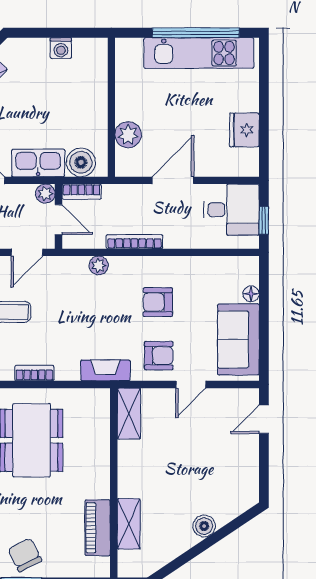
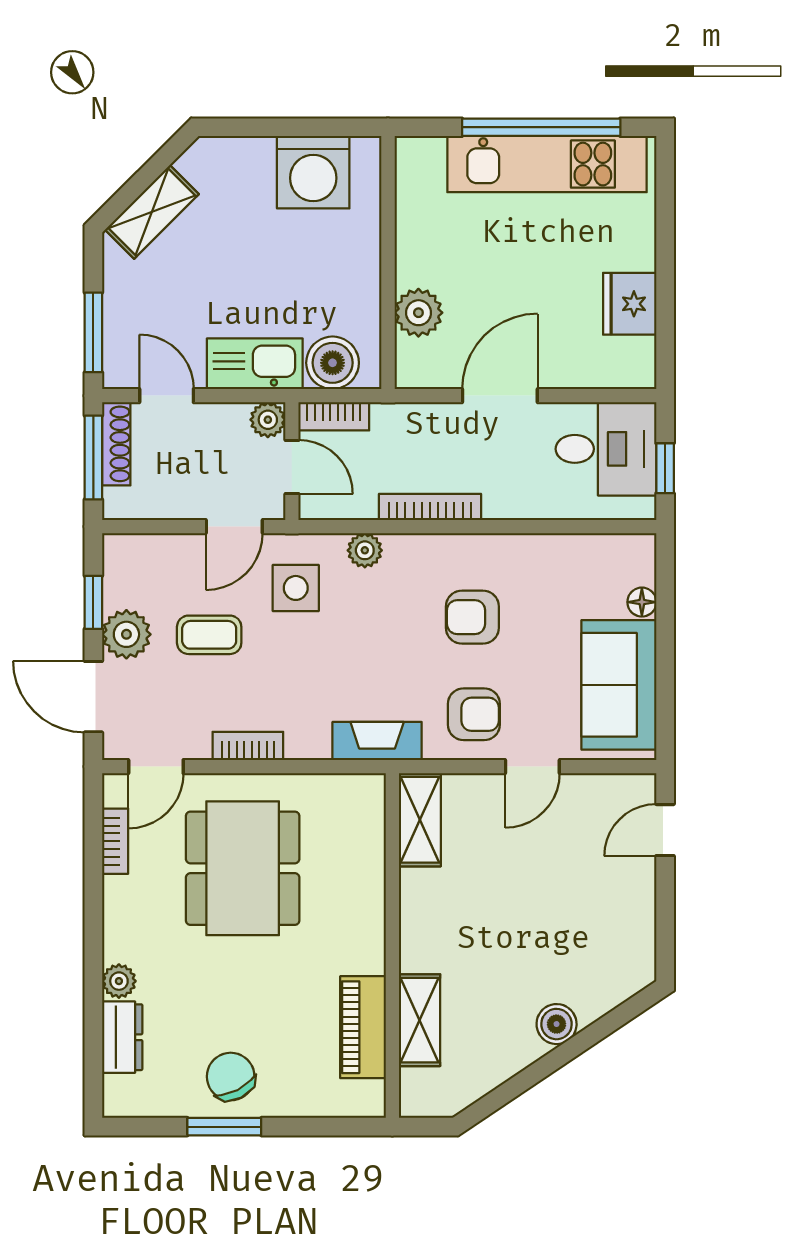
washing machine: (61, 48) -> (313, 172), width x1.89, depth x1.89
side table: (61, 286) -> (296, 588), added

